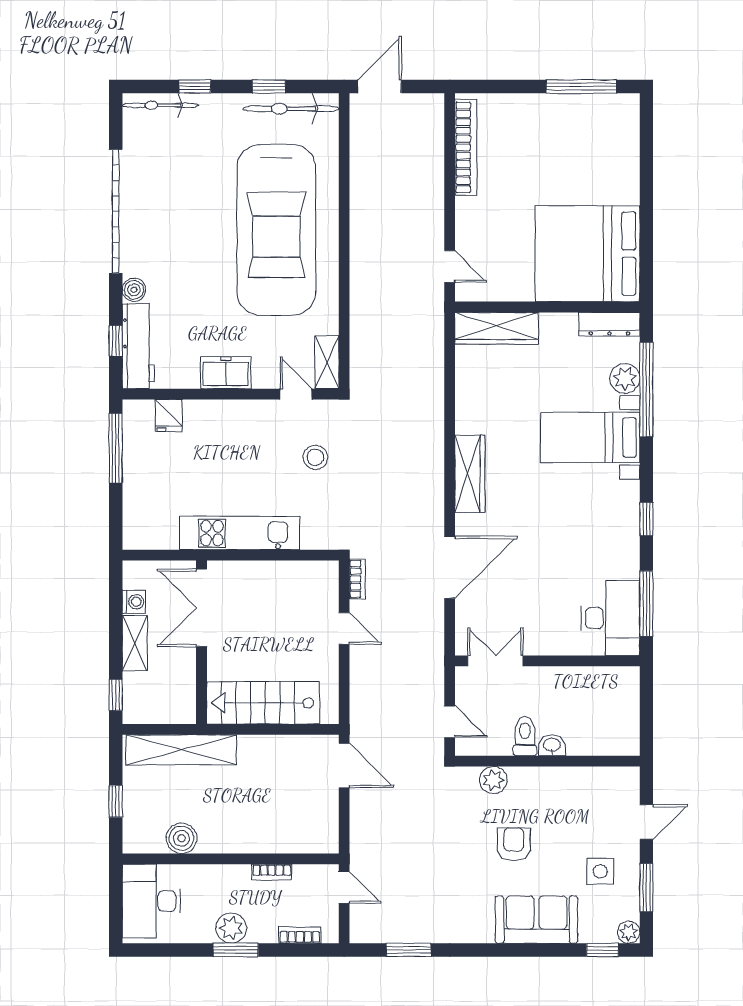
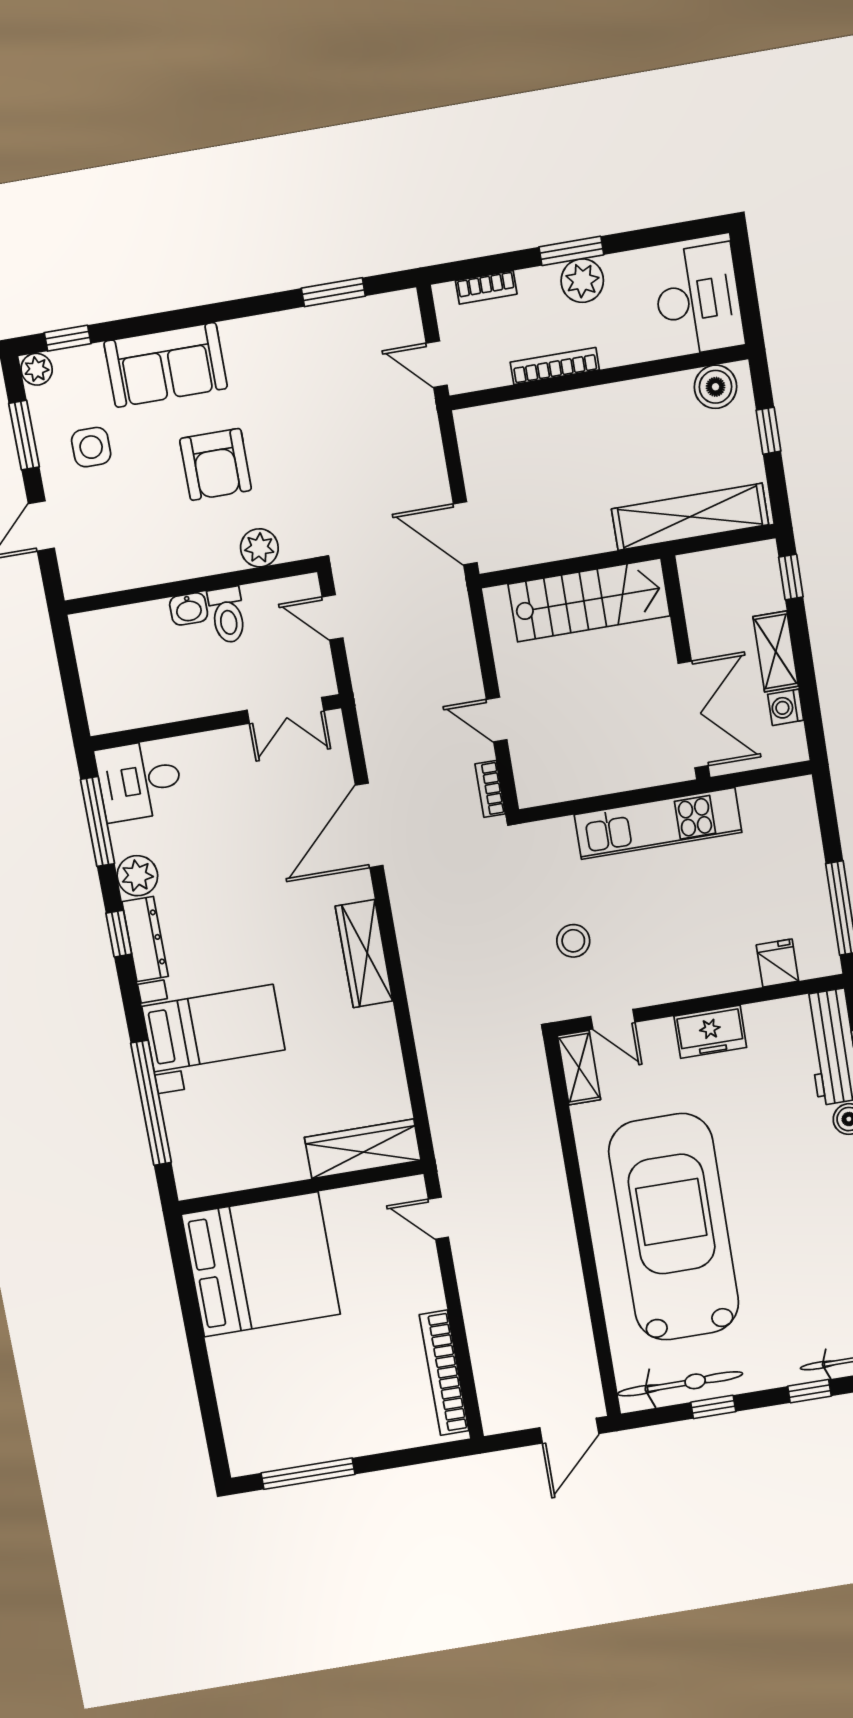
dresser: (609, 324) -> (145, 939), moved, turned 90
plant: (625, 378) -> (137, 876), moved
desk: (610, 618) -> (139, 780), width x0.73
boiler: (181, 838) -> (716, 387), moved
armchair: (514, 844) -> (216, 464), width x1.38, depth x1.38
bookcase: (272, 872) -> (555, 366), width x1.56

